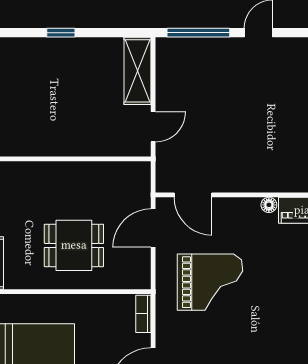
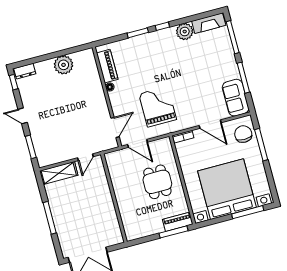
window: (61, 33) -> (50, 218), width x2.17
window: (198, 33) -> (31, 147), width x0.69
door: (153, 127) -> (85, 157), swing flipped

